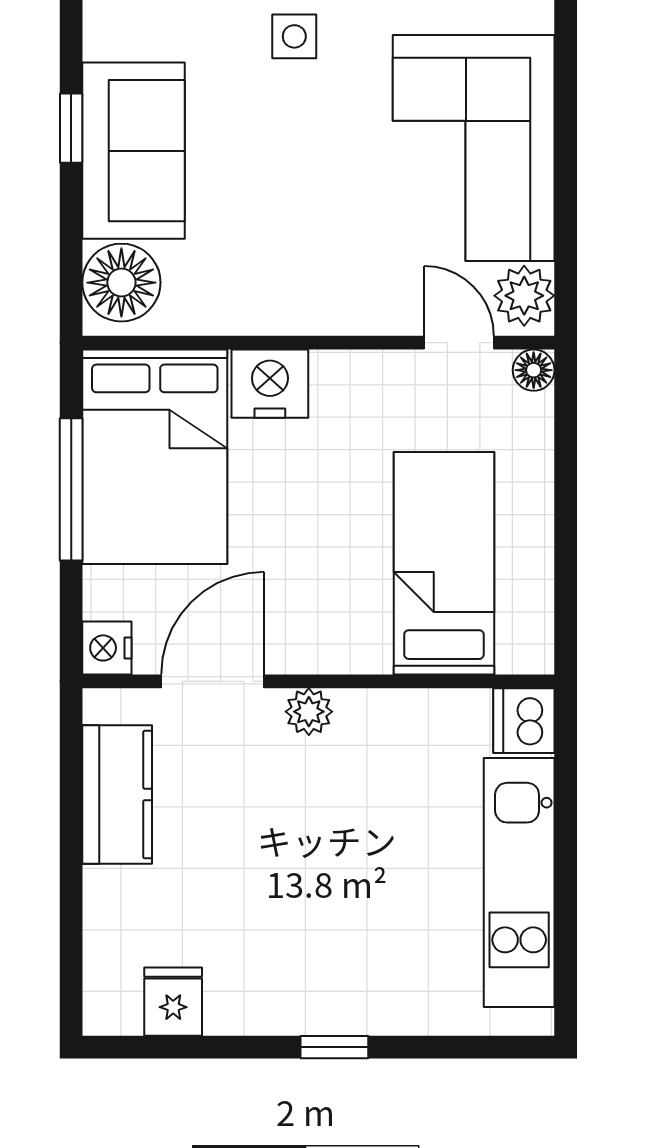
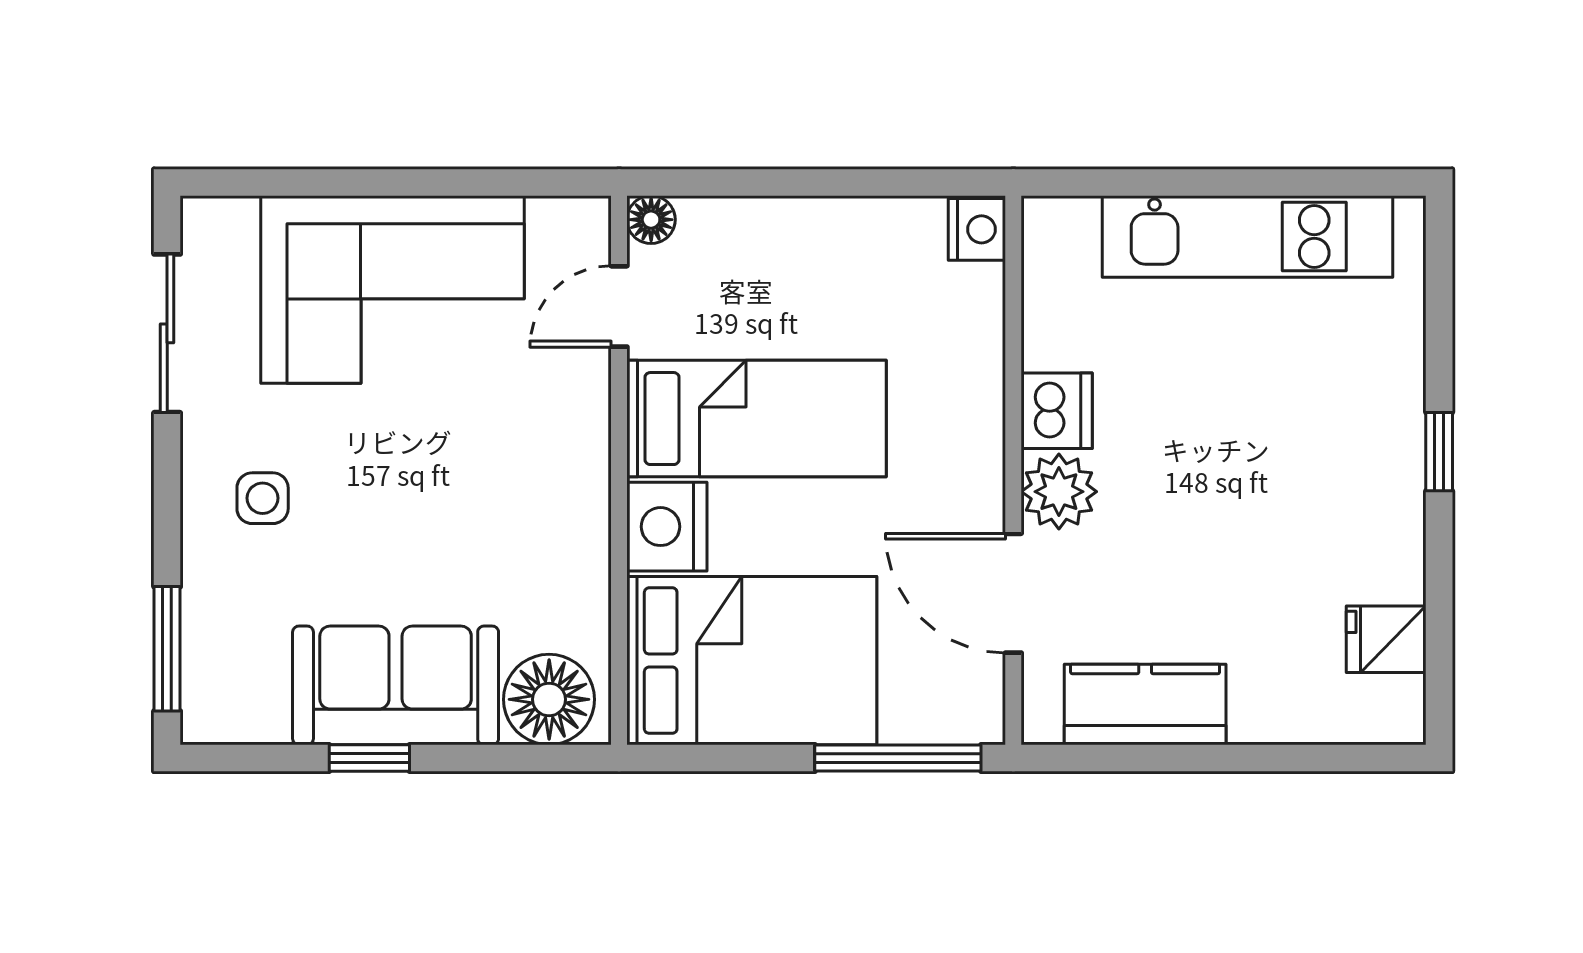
plant: (524, 296) -> (564, 231), removed
window: (71, 489) -> (898, 758), moved
bed: (444, 563) -> (757, 419), moved, turned 180
nightstand: (107, 648) -> (977, 229), moved, turned -90
plant: (309, 712) -> (1059, 492), width x1.38, depth x1.38
dishwasher: (524, 721) -> (1057, 411), moved, turned -90

